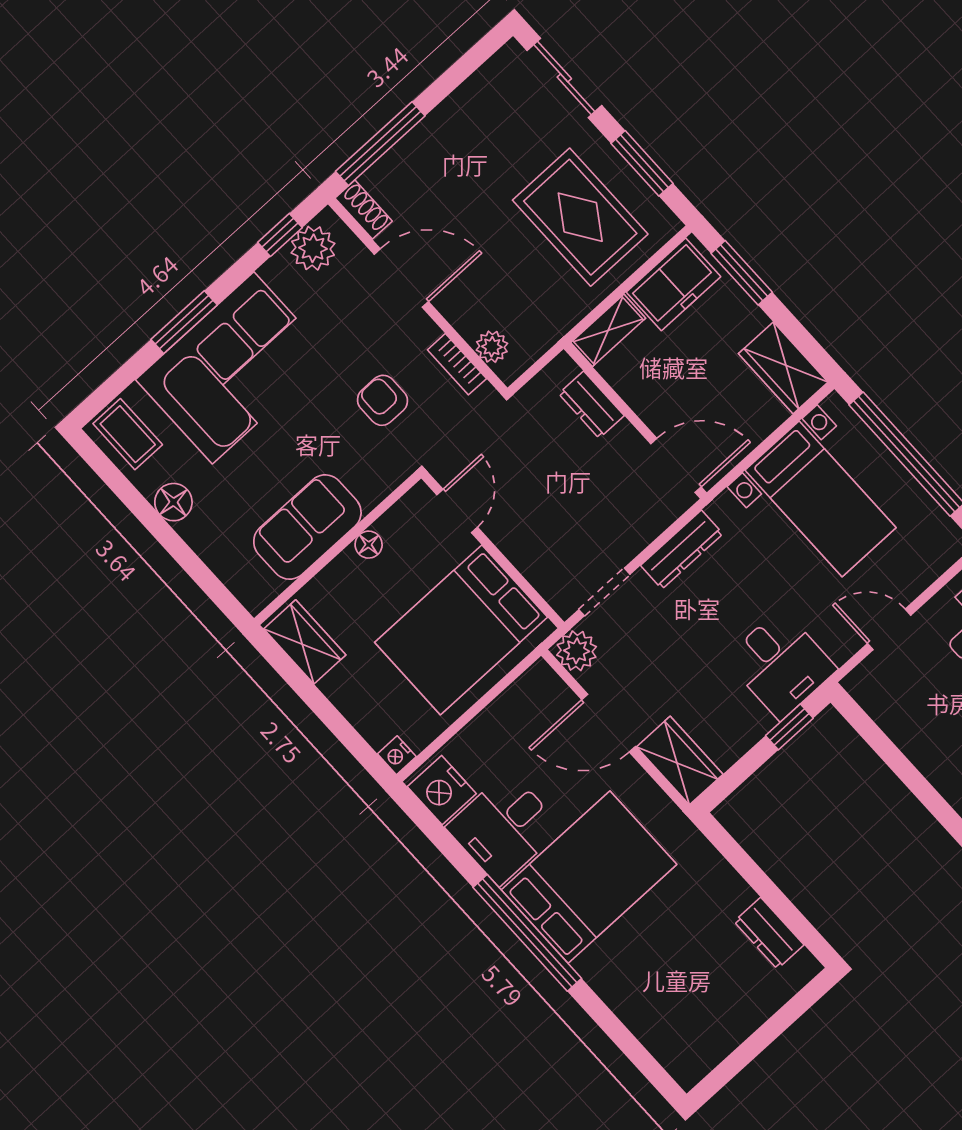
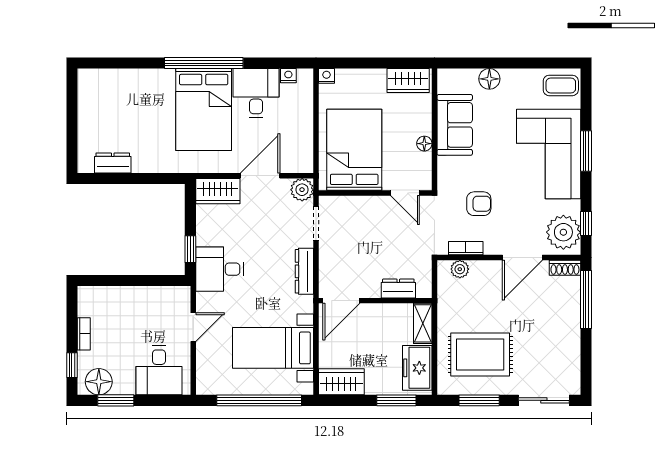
plant: (313, 248) -> (563, 232), width x1.36, depth x1.36
floor lamp: (173, 502) -> (489, 79), moved
nightstand: (442, 790) -> (288, 76), width x0.53, depth x0.56

